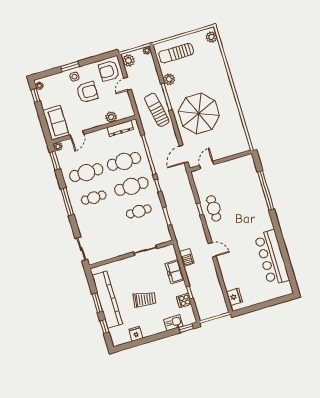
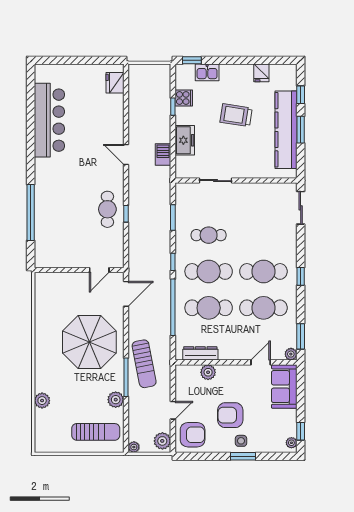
plant: (211, 37) -> (42, 401), moved
cafe table: (94, 198) -> (263, 271), width x1.37, depth x1.35
window: (67, 202) -> (301, 276), width x0.46

